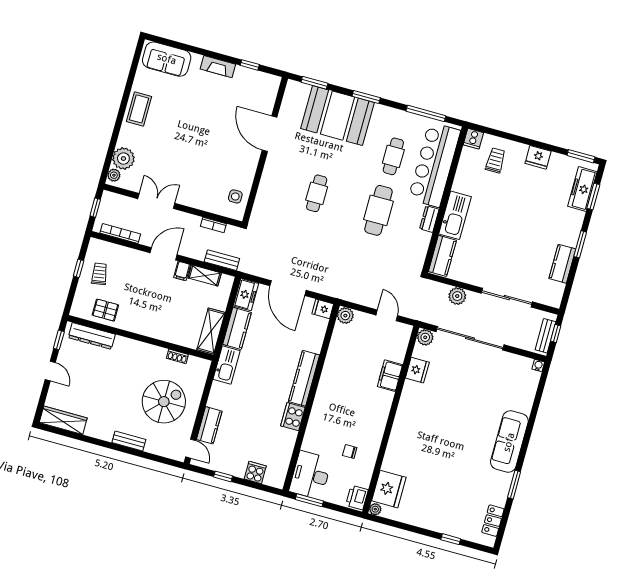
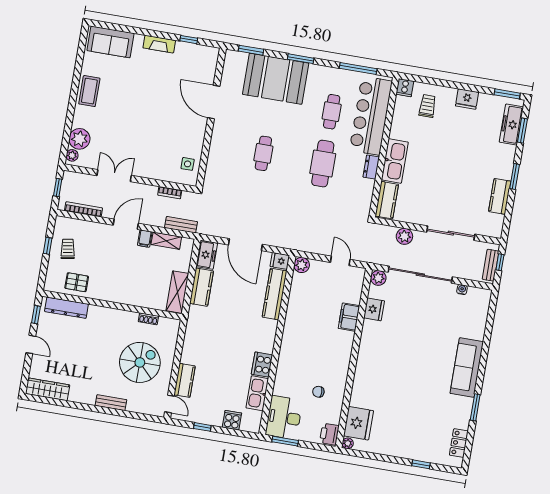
kitchen sink: (227, 365) -> (257, 393), moved, turned 180
water cooler: (538, 366) -> (462, 290), moved
kitchen counter: (304, 378) -> (275, 294), moved

